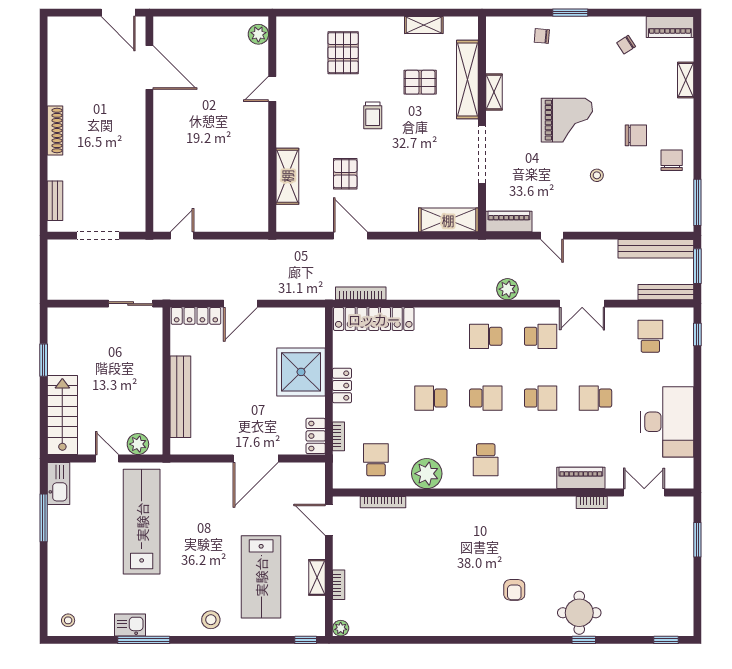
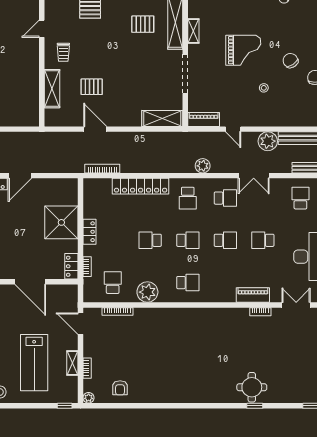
trolley: (373, 115) -> (63, 52), moved
chair: (636, 135) -> (290, 61), turned -124
pallet: (345, 174) -> (92, 87), turned 90
plant: (603, 253) -> (268, 141), added
locker: (374, 319) -> (141, 186), moved
school desk: (486, 336) -> (188, 198), turned -90
door: (256, 458) -> (30, 282), hinge flipped
school desk: (486, 460) -> (188, 283), turned -90
armchair: (514, 590) -> (120, 388), moved

